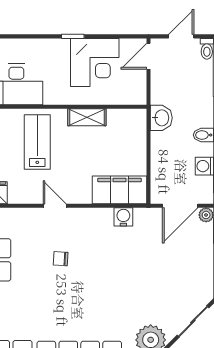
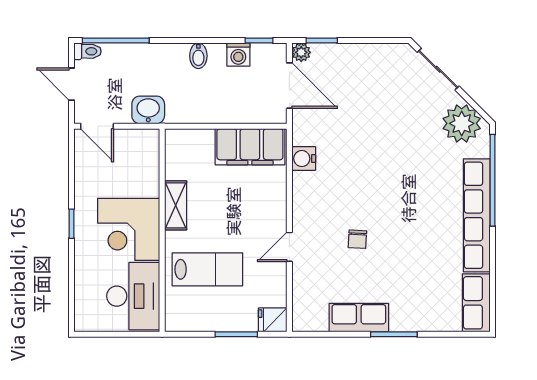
corner desk: (95, 62) -> (129, 229), moved, turned 180
washbasin: (161, 118) -> (148, 110), moved
lab bench: (37, 142) -> (207, 269), turned 180
filing cabinet: (120, 190) -> (250, 147), moved, turned -90

